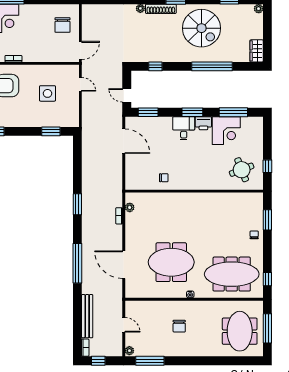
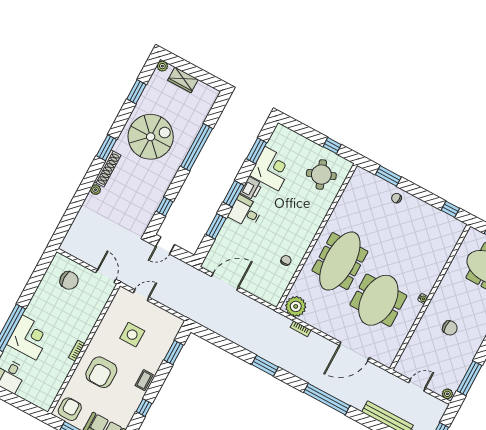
wardrobe: (257, 51) -> (183, 80), moved
door: (127, 95) -> (165, 246), moved
window: (148, 112) -> (216, 226), moved
window: (233, 112) -> (257, 151), width x0.69
coffee table: (19, 120) -> (144, 380), added
plant: (130, 207) -> (296, 306), width x1.87, depth x1.87
meeting table: (232, 274) -> (340, 261), moved

